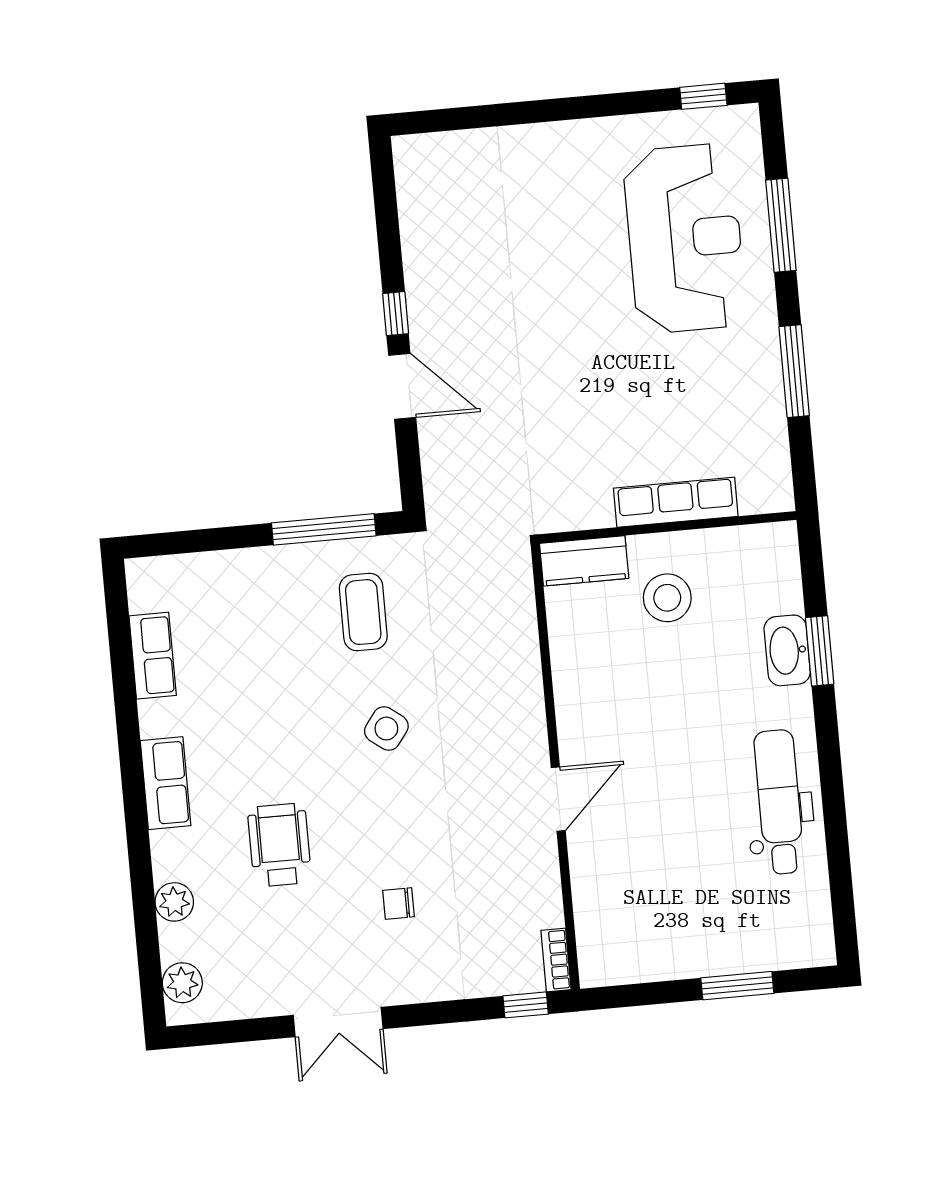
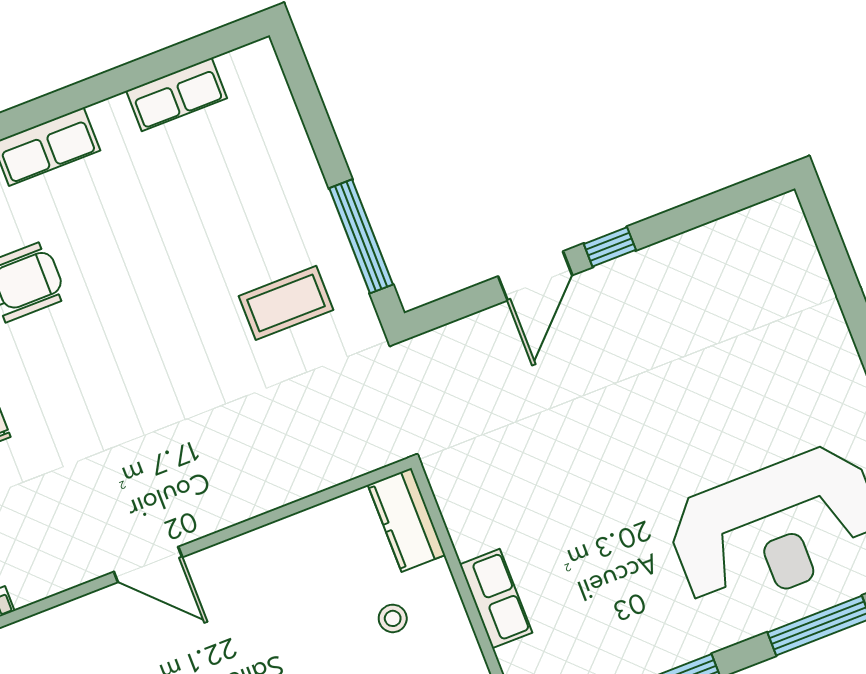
row of seats: (676, 502) -> (496, 599), width x0.68
stool: (667, 598) -> (393, 618), width x0.53, depth x0.53
side table: (386, 729) -> (170, 362), removed

